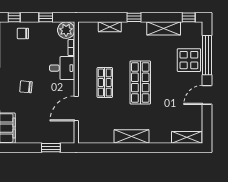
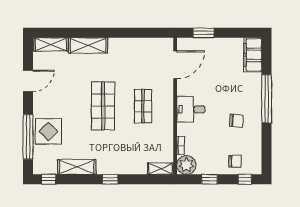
shelving: (110, 27) -> (160, 169), moved
desk: (62, 68) -> (191, 109), moved
chair: (26, 87) -> (236, 121), moved
door: (207, 95) -> (28, 81), moved
door: (76, 108) -> (175, 65), moved
shelving: (131, 136) -> (88, 45), moved

